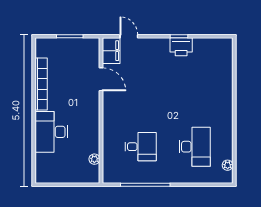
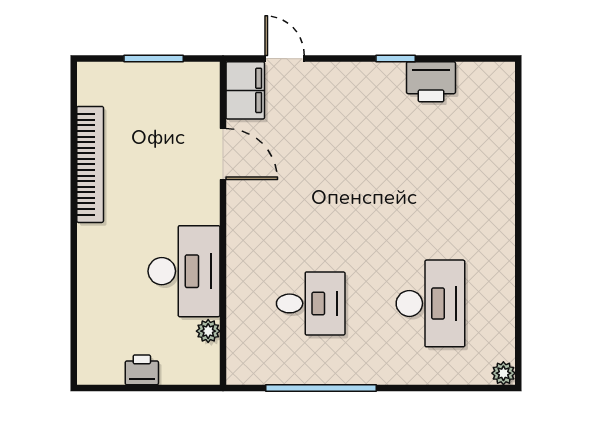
printer: (181, 47) -> (431, 82), moved
desk: (51, 132) -> (184, 271), moved, turned 180
plant: (228, 165) -> (503, 373), moved
printer: (64, 177) -> (142, 370), added

